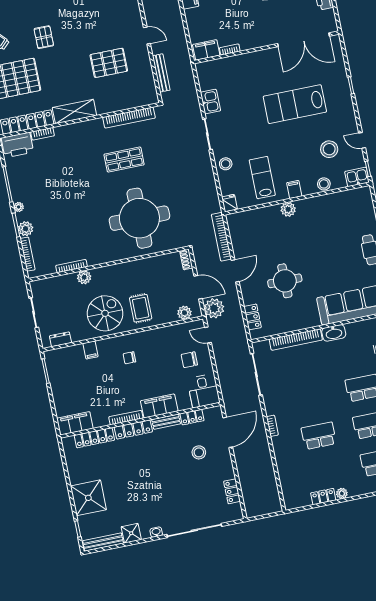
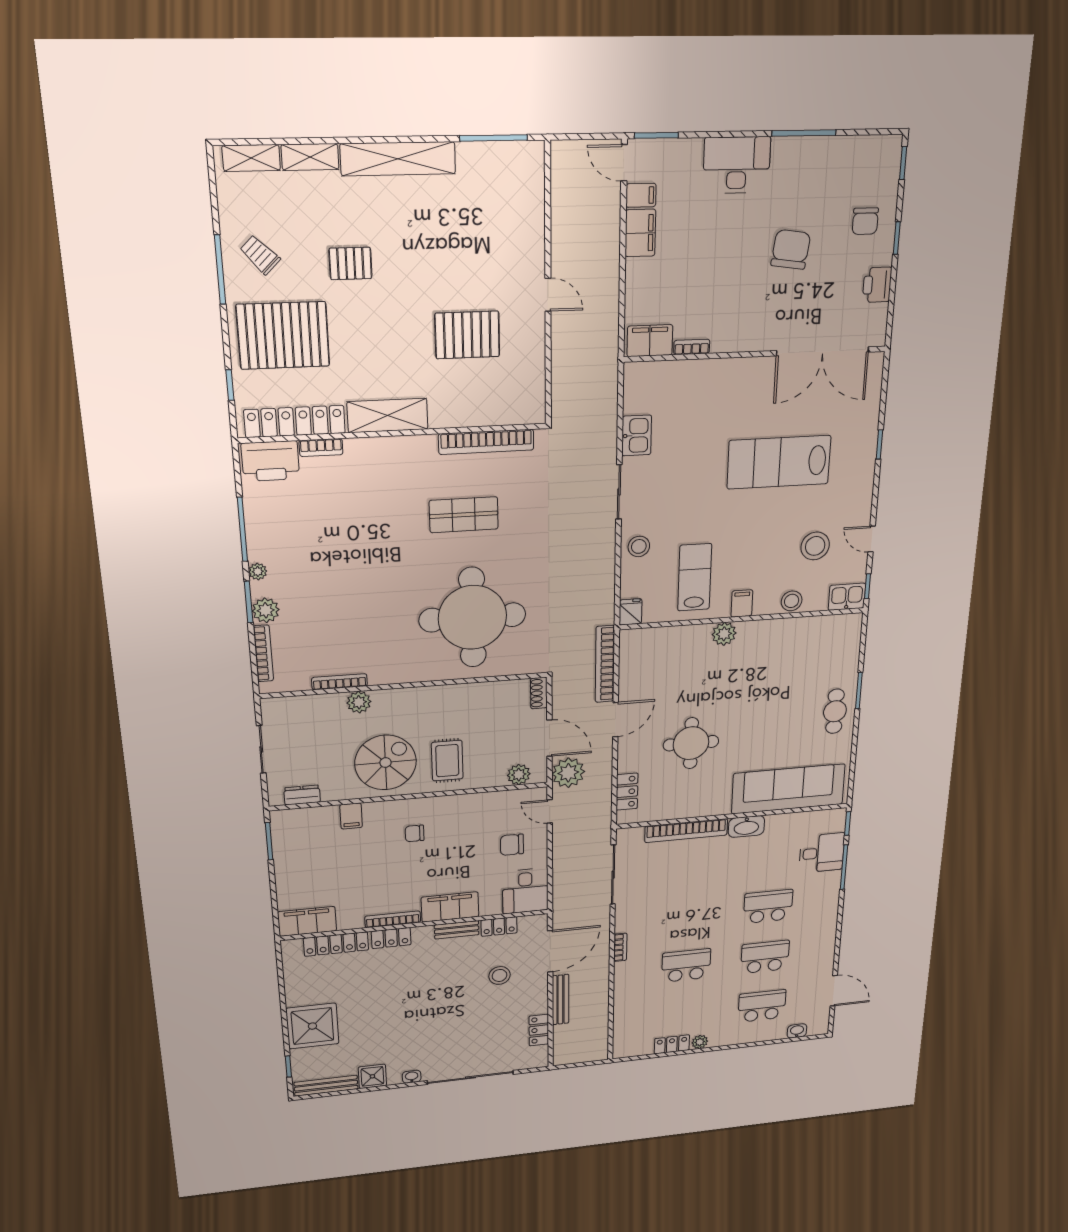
pallet: (44, 37) -> (350, 263), turned 90
bench: (161, 73) -> (560, 1000), moved
locker: (133, 429) -> (391, 938), width x0.66

